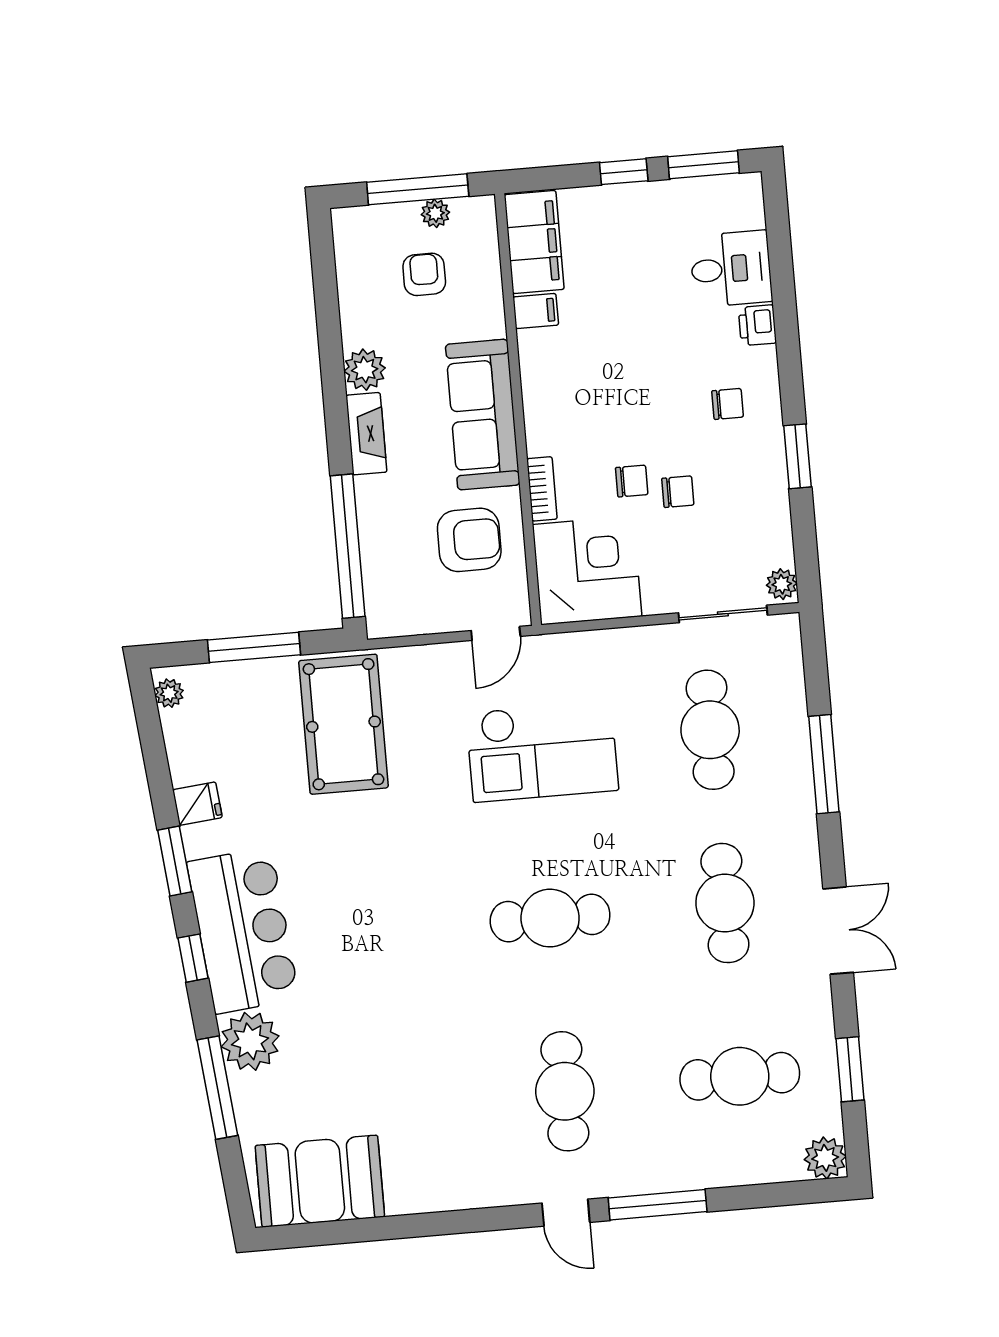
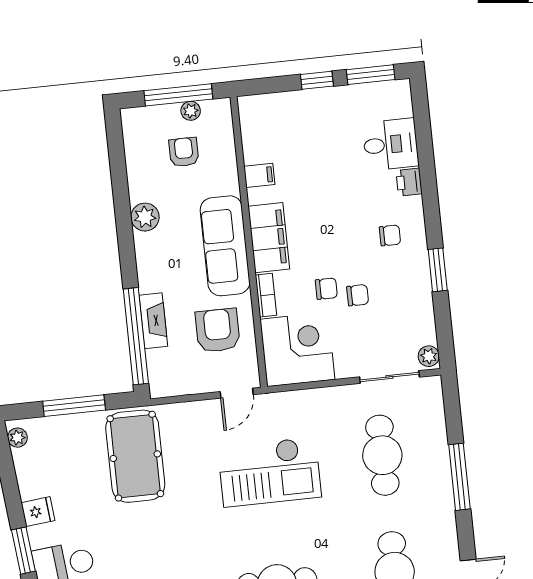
filing cabinet: (534, 242) -> (269, 238), moved
fireplace: (366, 434) -> (153, 321), moved
armchair: (469, 540) -> (218, 330), turned -90

